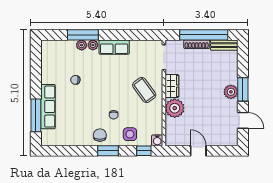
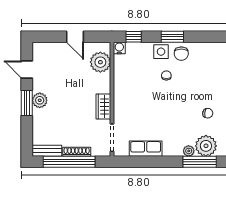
plant: (82, 45) -> (206, 146), width x1.88, depth x1.88
row of seats: (114, 47) -> (146, 149), moved
coffee table: (144, 90) -> (133, 102), removed
plant: (175, 108) -> (100, 62), moved
side table: (130, 134) -> (161, 52), moved

